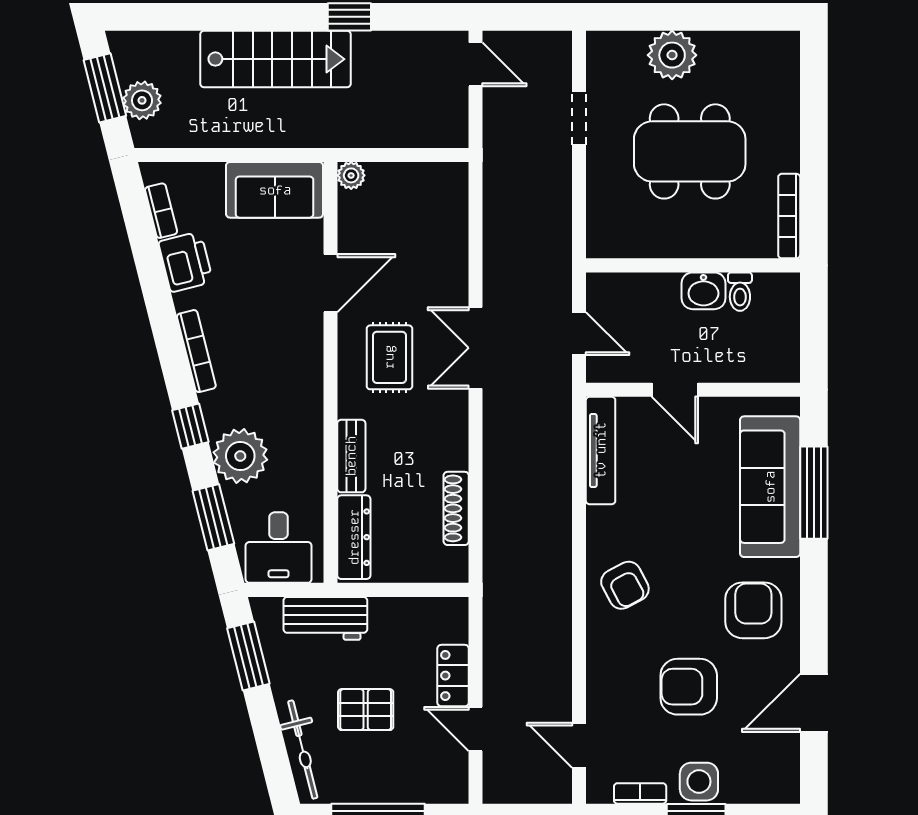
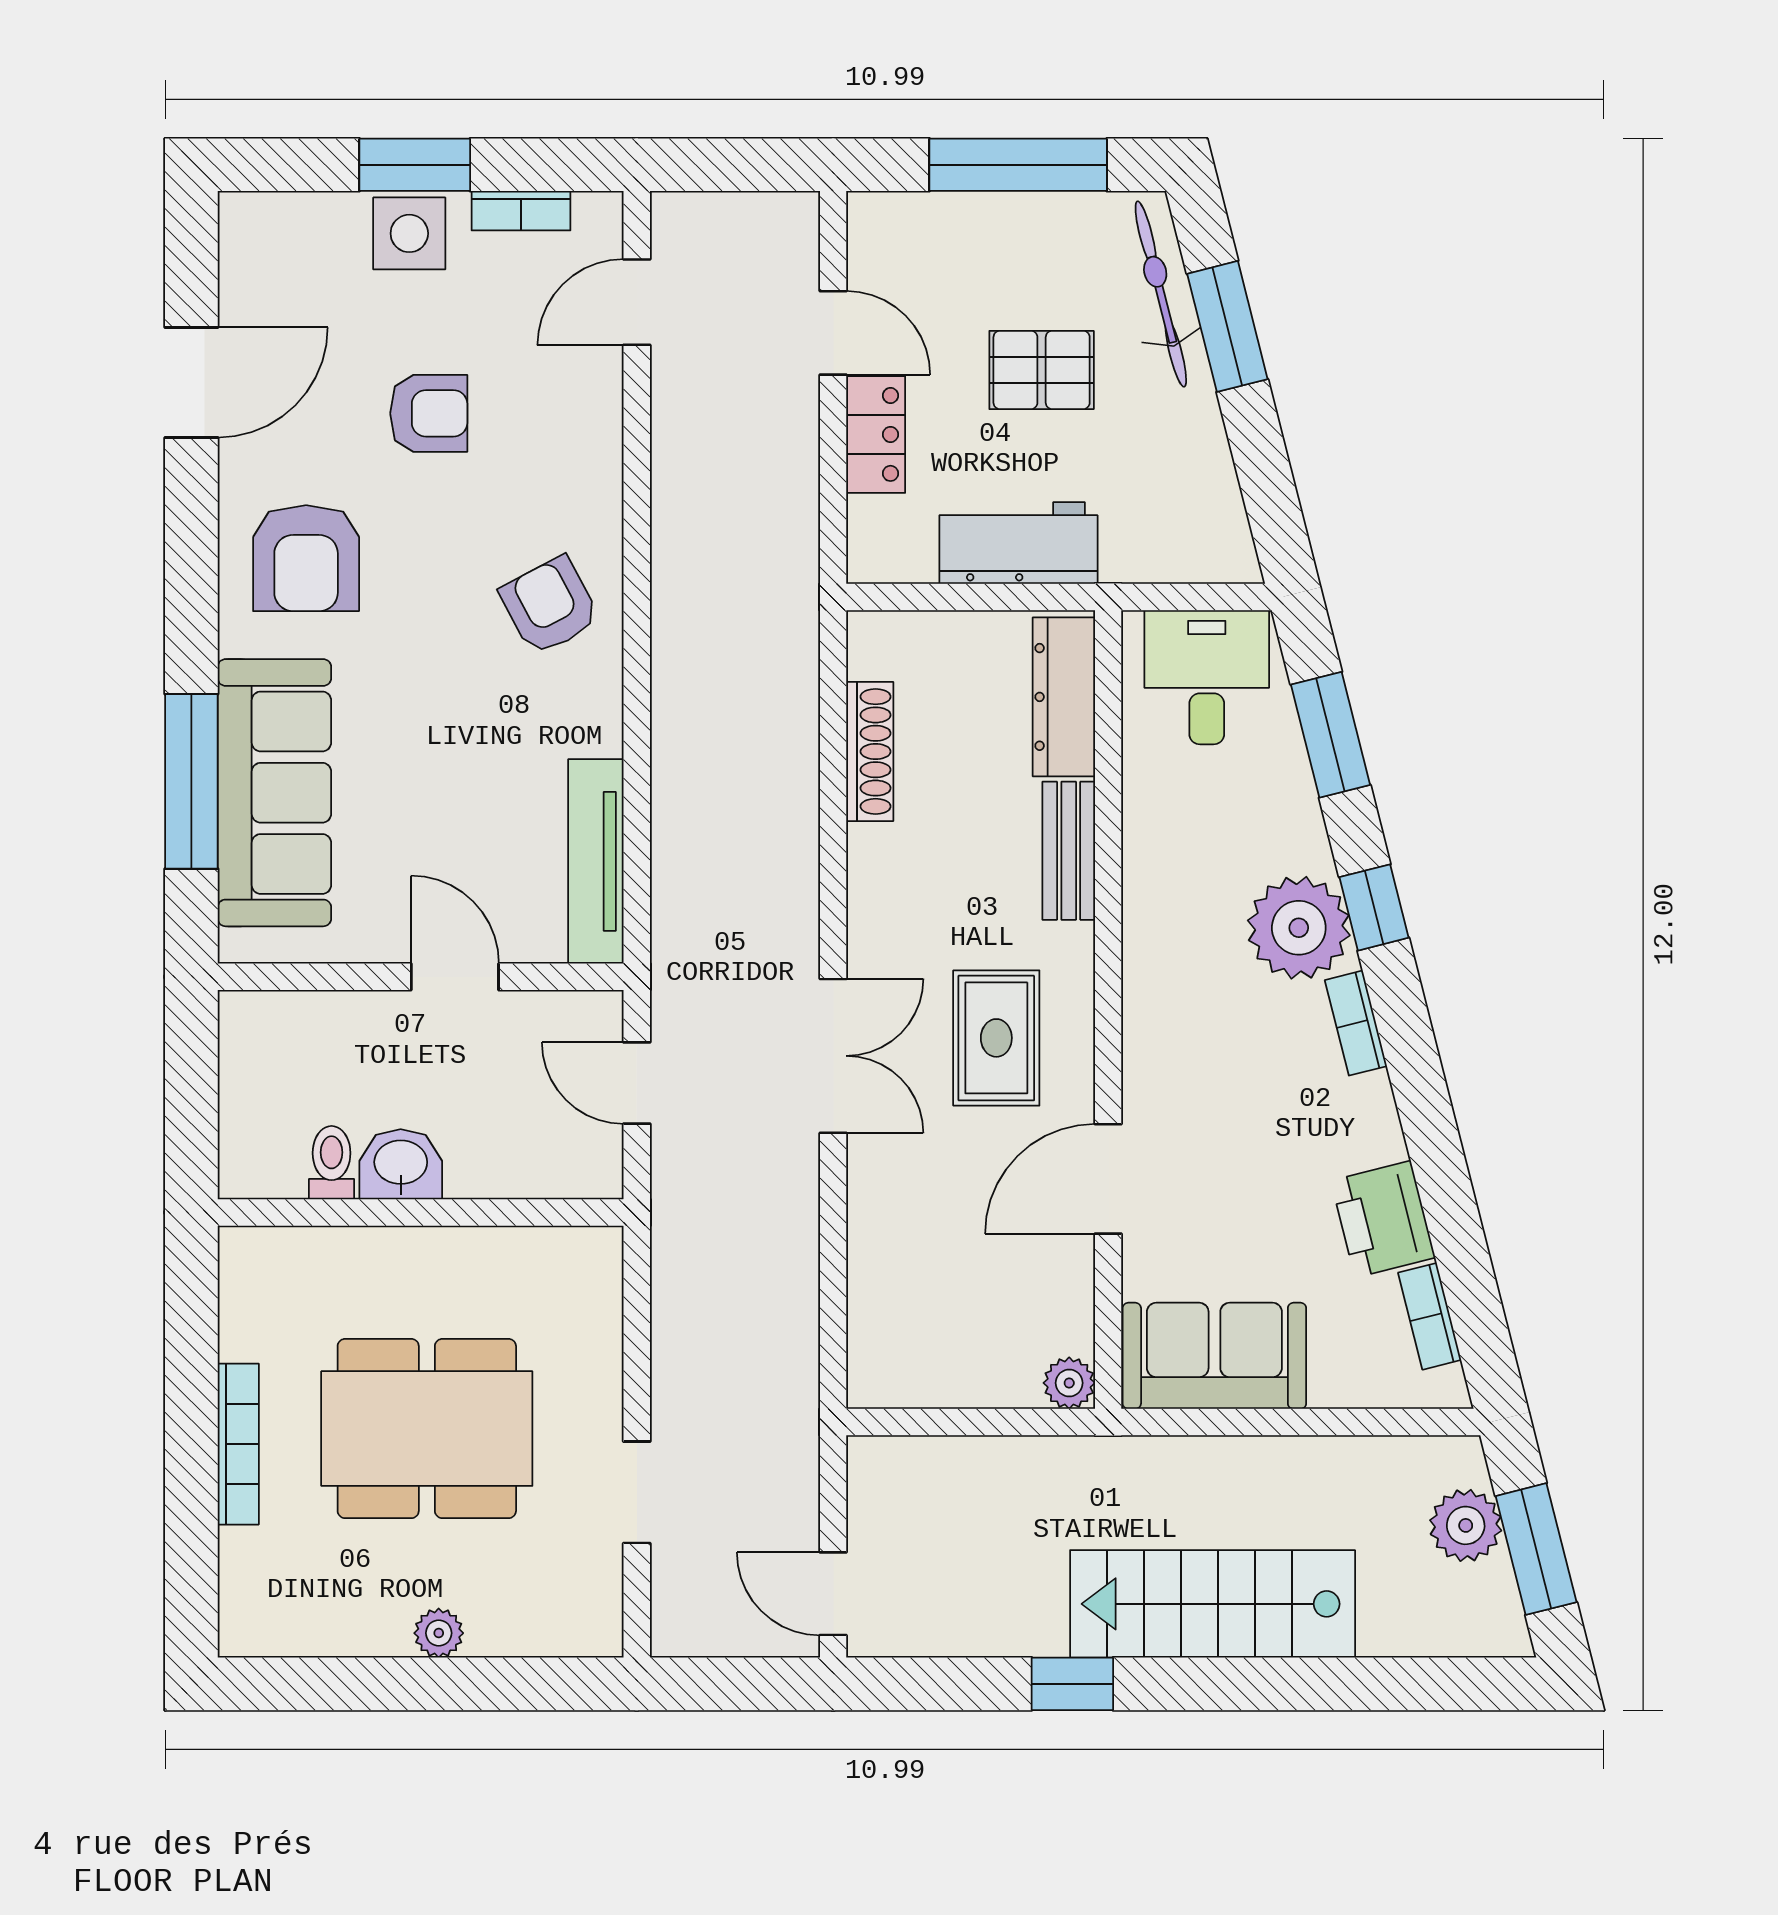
plant: (672, 55) -> (439, 1633), width x0.53, depth x0.53
bookcase: (789, 216) -> (238, 1444), moved
bookcase: (196, 351) -> (1356, 1023), width x0.64
plant: (240, 456) -> (1299, 928), moved
workbench: (325, 618) -> (1018, 543), moved
window: (248, 656) -> (1227, 326), moved
armchair: (689, 687) -> (429, 413), width x0.72, depth x0.72
door: (579, 745) -> (637, 302), swing flipped

